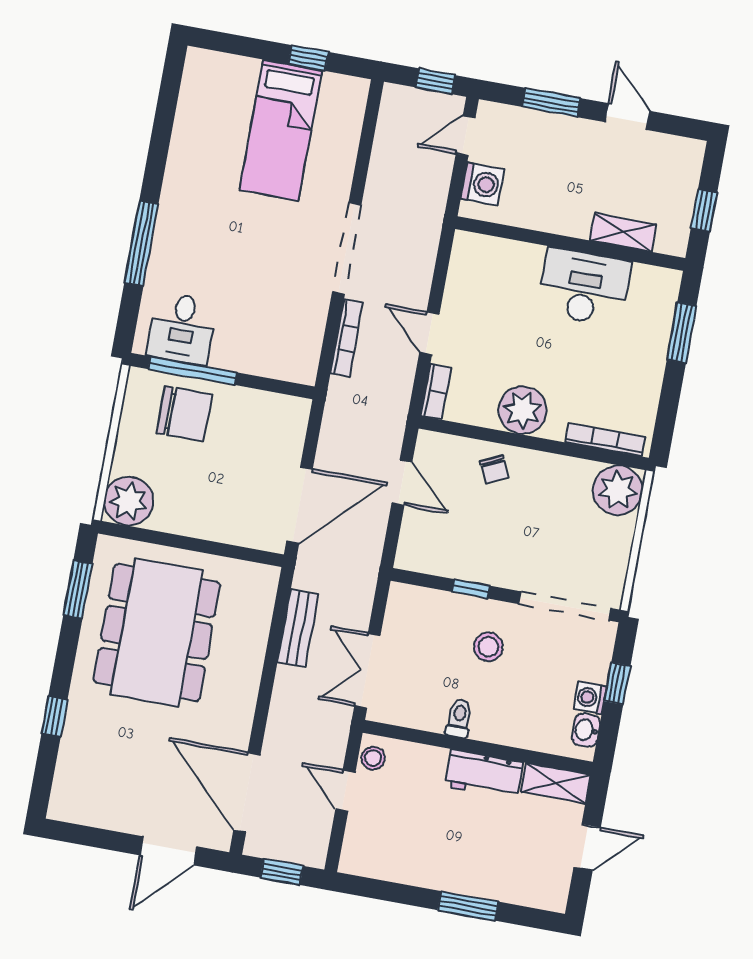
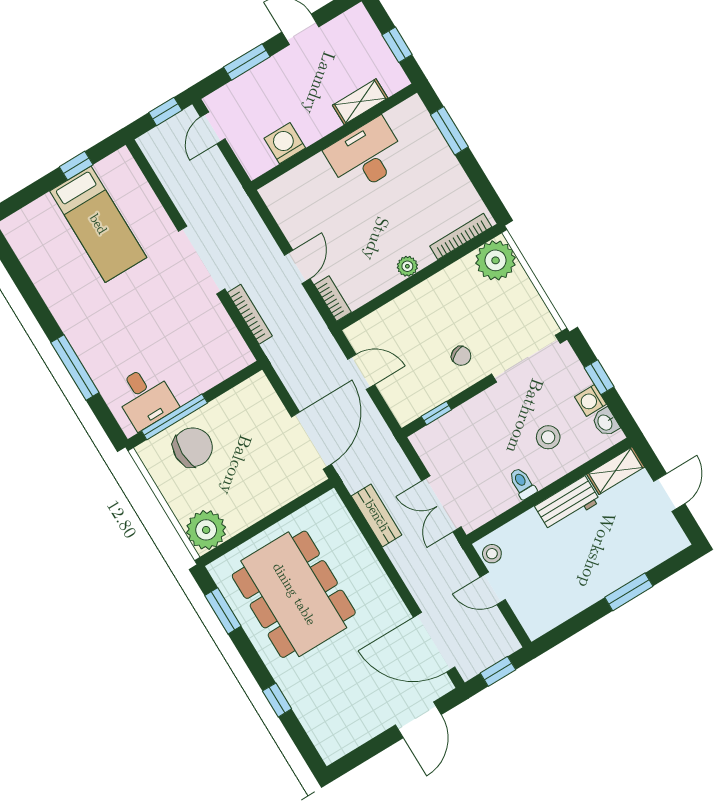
washing machine: (482, 184) -> (285, 143), moved, turned -90
door: (429, 333) -> (297, 267), swing flipped
plant: (522, 410) -> (407, 266), width x0.53, depth x0.53
chair: (494, 469) -> (461, 356), moved
window: (471, 589) -> (436, 413), moved
stool: (488, 647) -> (548, 437), moved

